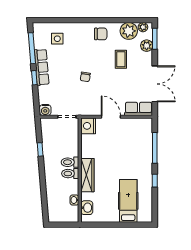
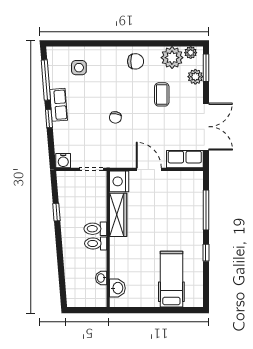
row of seats: (42, 67) -> (59, 105), width x0.68
wardrobe: (87, 175) -> (118, 215), moved

